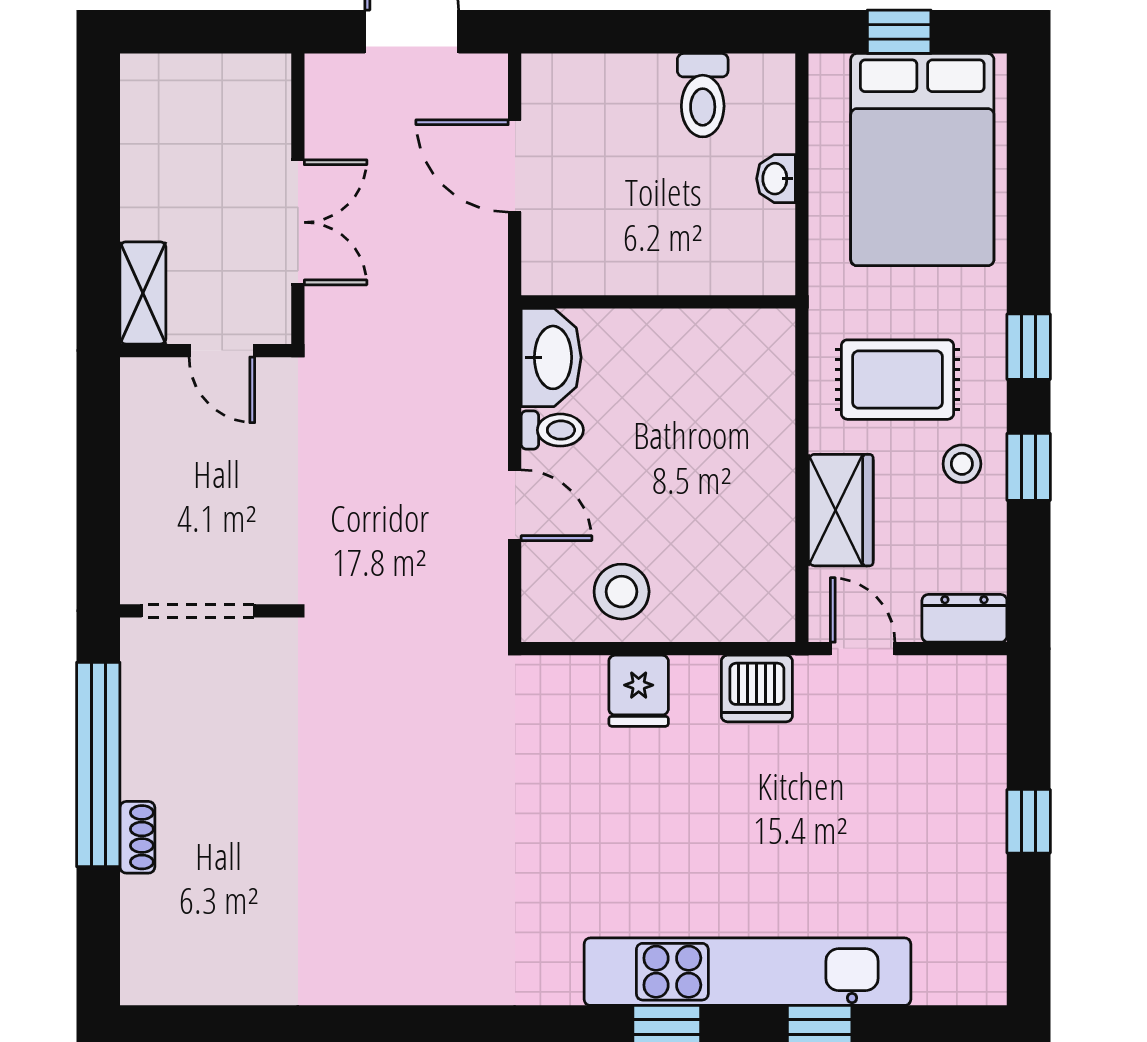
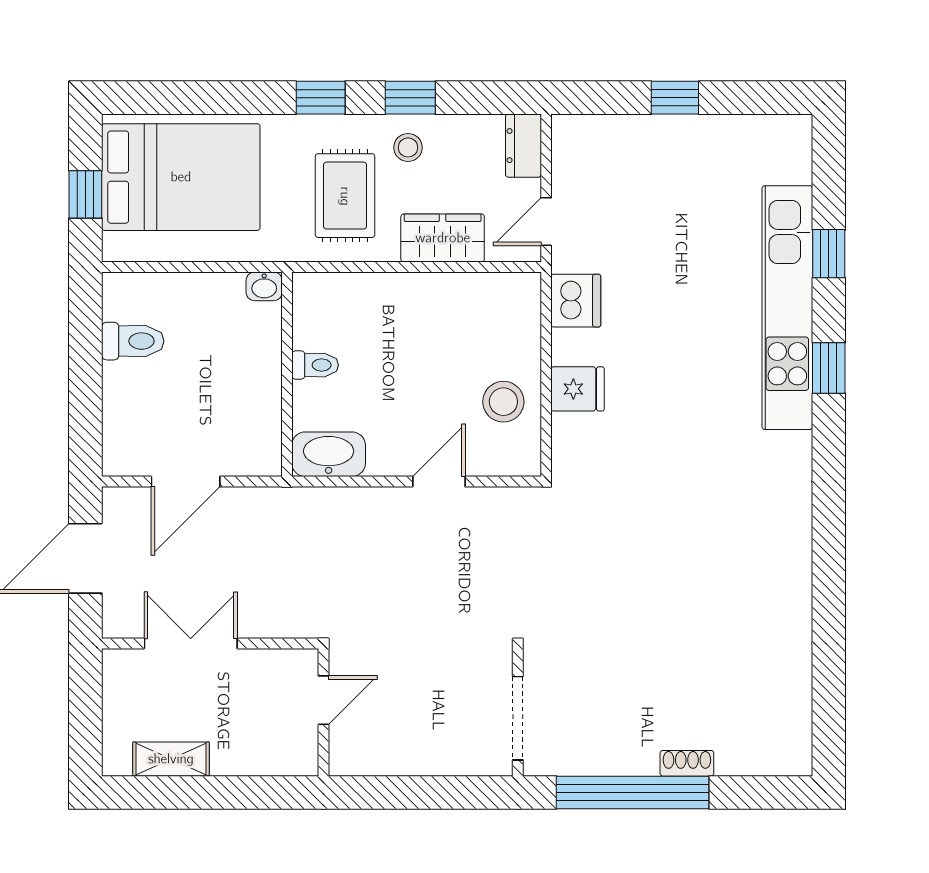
washbasin: (776, 179) -> (264, 286), moved
double door: (298, 222) -> (191, 643), moved
shelving: (143, 293) -> (171, 759), moved
toilet: (552, 430) -> (315, 365), moved, turned 90

